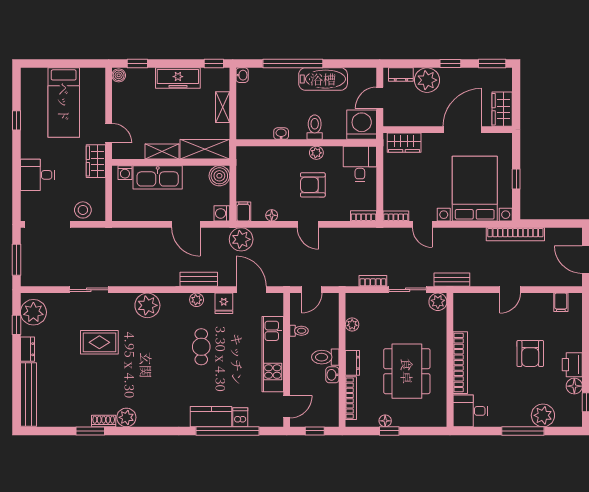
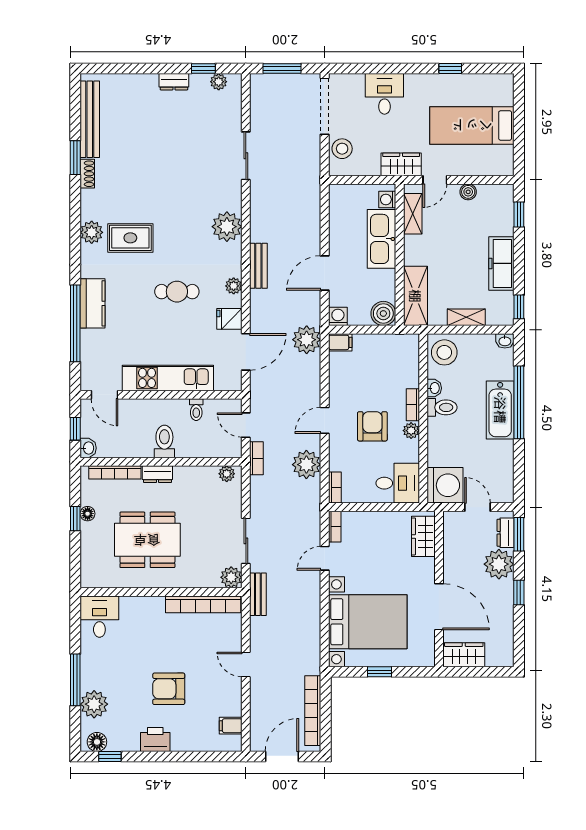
window: (492, 64) -> (519, 534), moved
boiler: (119, 75) -> (468, 192), moved
bathtub: (323, 79) -> (500, 410), moved
stool: (252, 125) -> (444, 352), added
toilet: (315, 127) -> (442, 407), moved
shelving: (162, 151) -> (413, 214), moved
bookcase: (295, 151) -> (413, 405), added
floor lamp: (272, 215) -> (336, 377), removed
bookcase: (515, 234) -> (313, 711), moved
plant: (344, 239) -> (306, 465), added
bench: (199, 279) -> (258, 266), moved
bookcase: (373, 281) -> (256, 458), moved
plant: (33, 312) -> (219, 82), width x0.53, depth x0.53
plant: (352, 325) -> (227, 474), moved
rug: (99, 342) -> (130, 238), moved, turned 90
bookcase: (460, 363) -> (203, 604), moved
washbasin: (332, 375) -> (88, 448), moved, turned 90
floor lamp: (574, 386) -> (97, 742), moved
bench: (28, 394) -> (90, 119), moved, turned 90
plant: (126, 417) -> (92, 232), moved
dishwasher: (240, 417) -> (92, 339), removed

